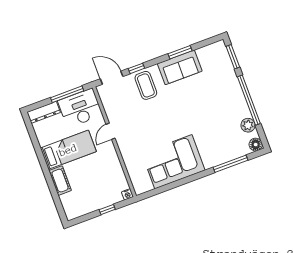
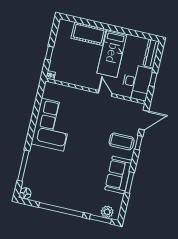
window: (67, 94) -> (153, 79), width x0.46
plant: (248, 125) -> (107, 212), moved
cot: (60, 181) -> (89, 34), width x1.37, depth x1.34

